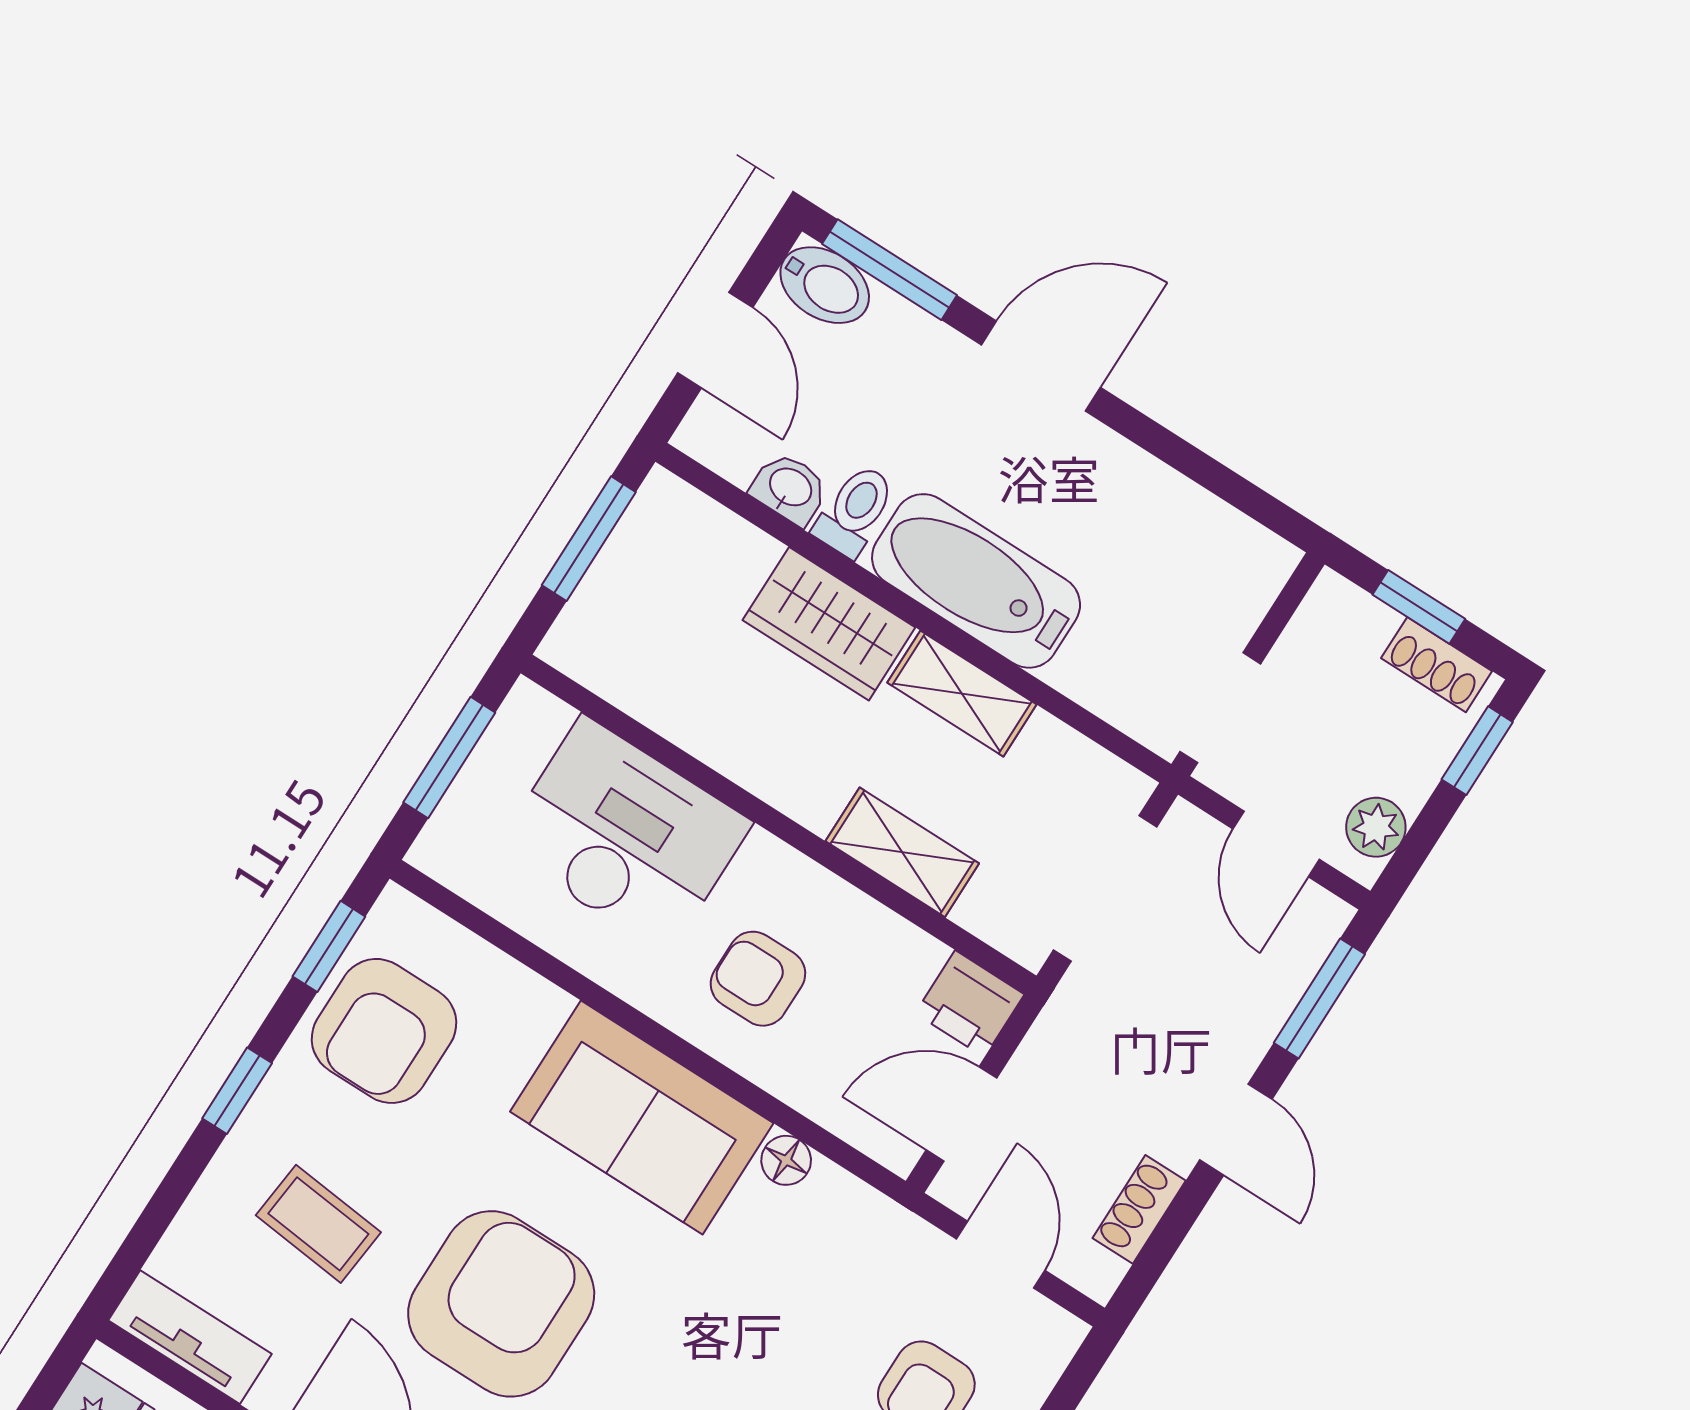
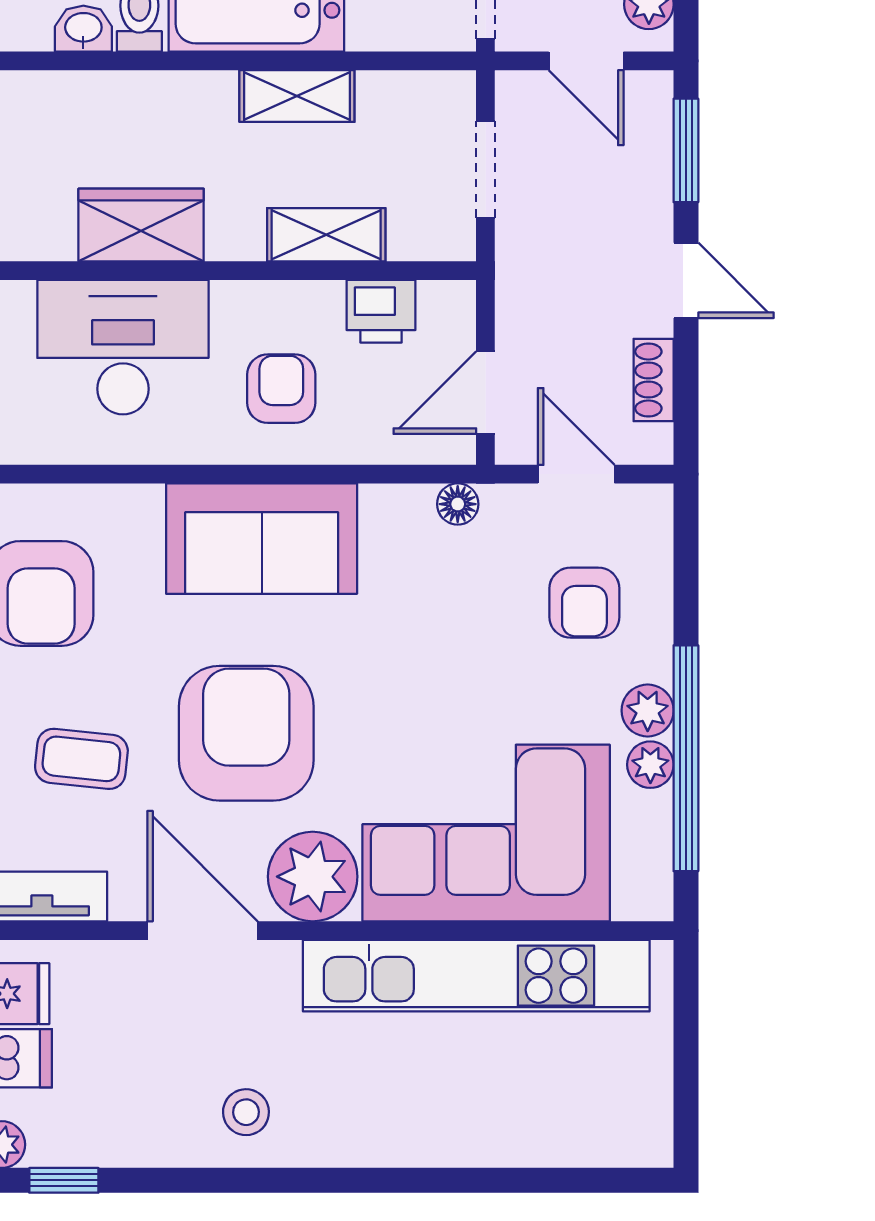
wardrobe: (829, 624) -> (141, 225), moved, turned 180
doorway: (1105, 888) -> (485, 169), width x0.73
armchair: (758, 979) -> (281, 389), turned 90
printer: (970, 1004) -> (381, 311), moved
floor lamp: (786, 1160) -> (458, 504), moved

